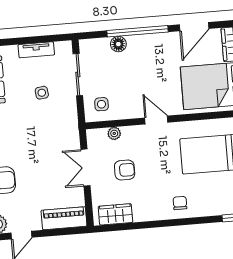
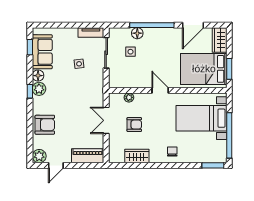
tv unit: (36, 50) -> (91, 32), moved
side table: (101, 104) -> (130, 52), moved
wardrobe: (115, 214) -> (137, 156), moved

